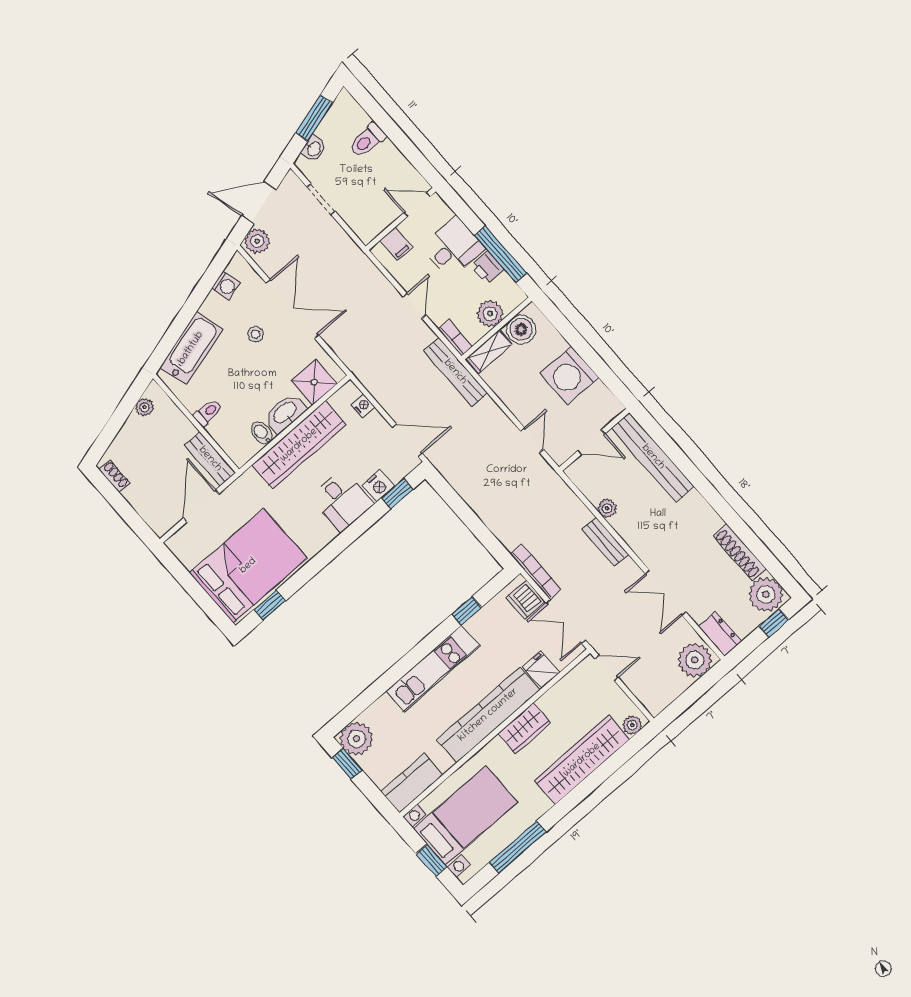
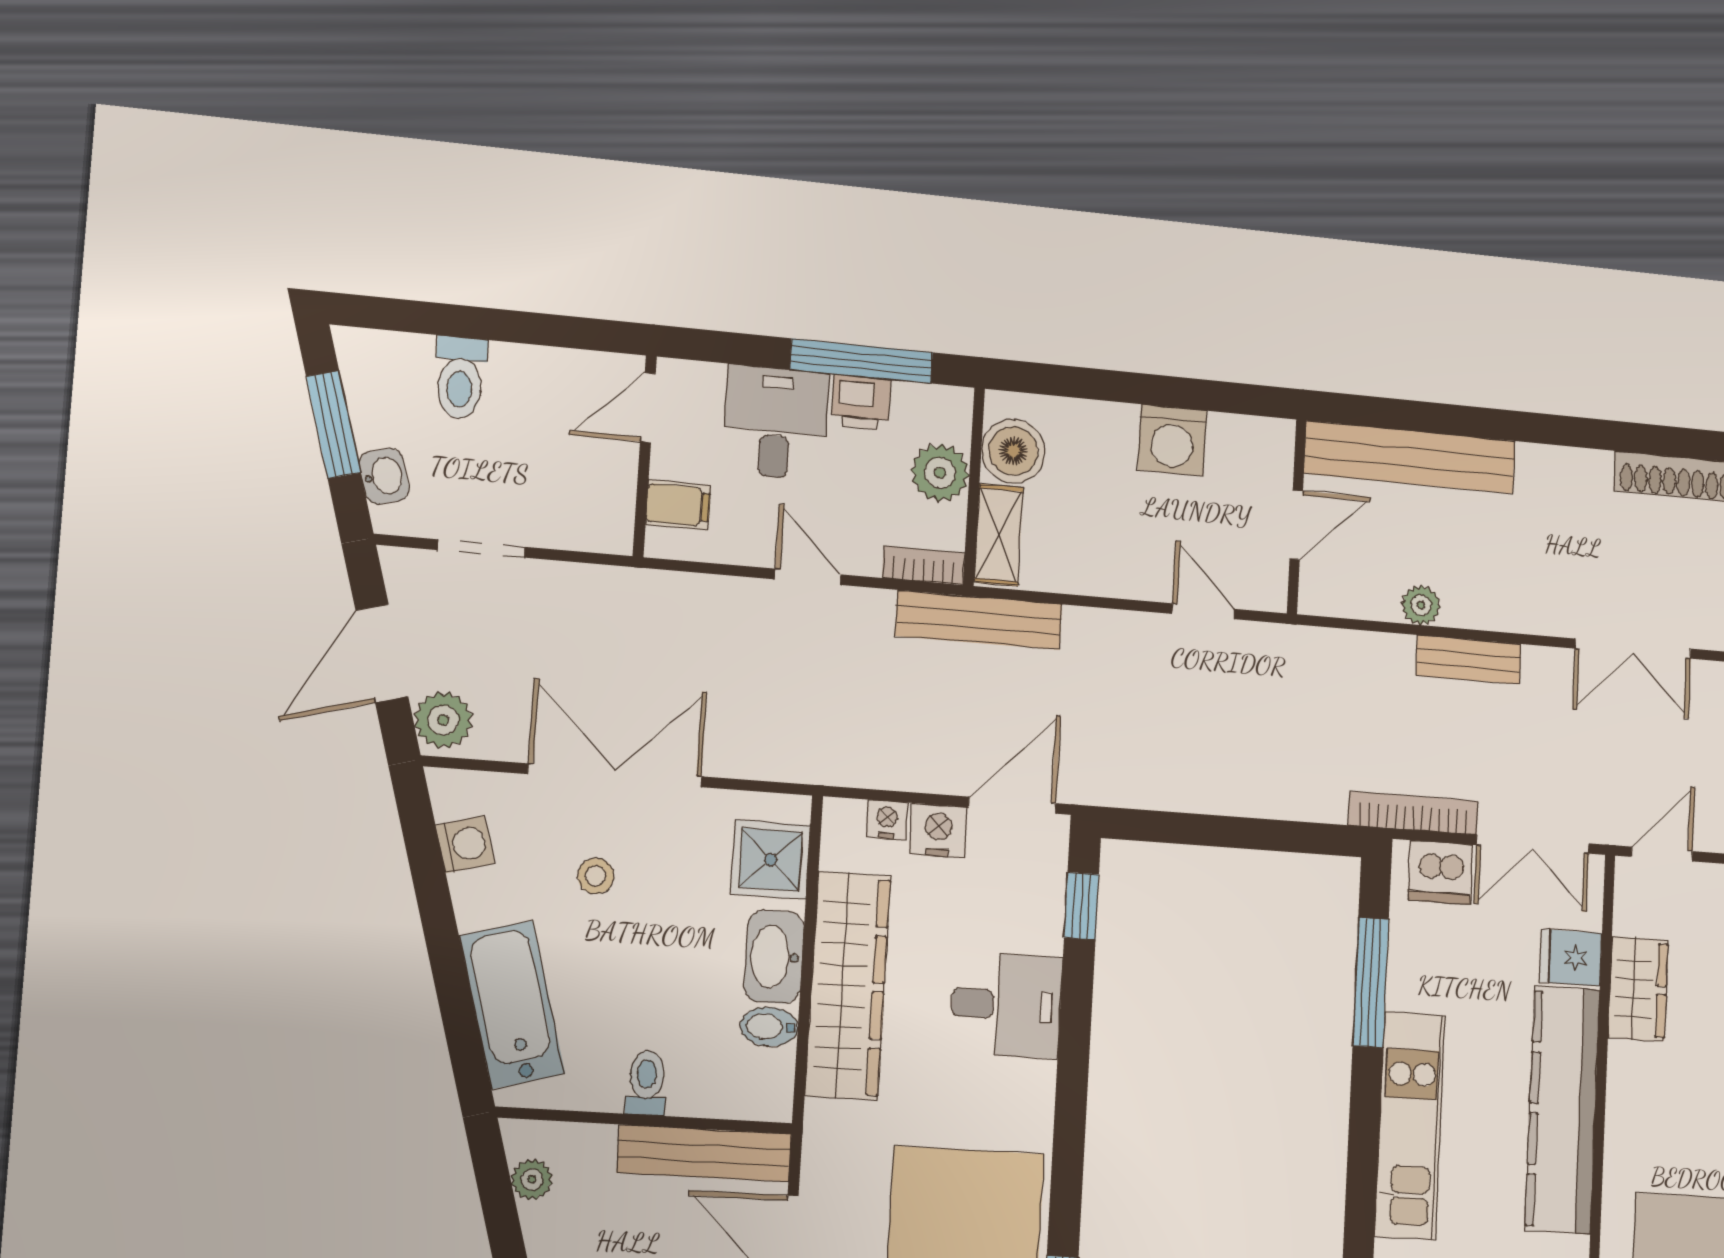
washing machine: (569, 375) -> (1172, 440), width x0.73, depth x0.73
bench: (210, 459) -> (704, 1153), width x1.36
nightstand: (378, 486) -> (938, 831), moved, turned -90
window: (466, 611) -> (1371, 982), width x2.17
wardrobe: (524, 728) -> (1638, 989), moved

